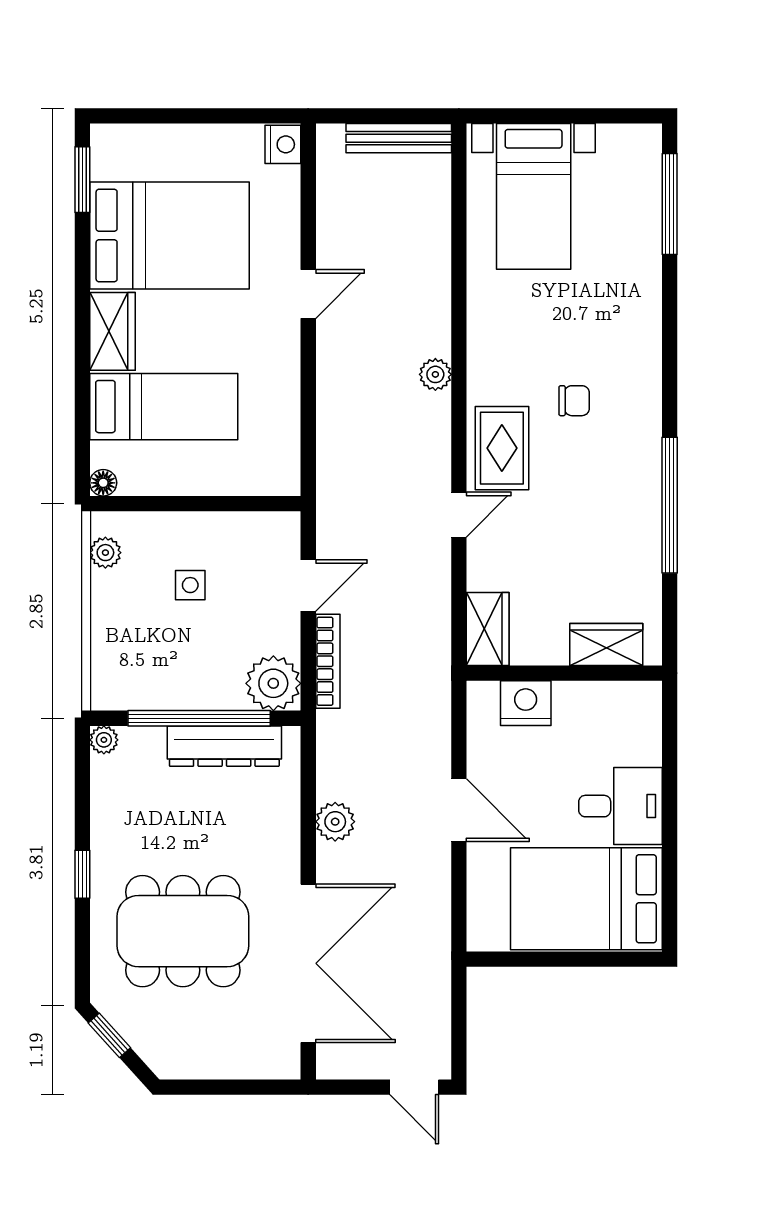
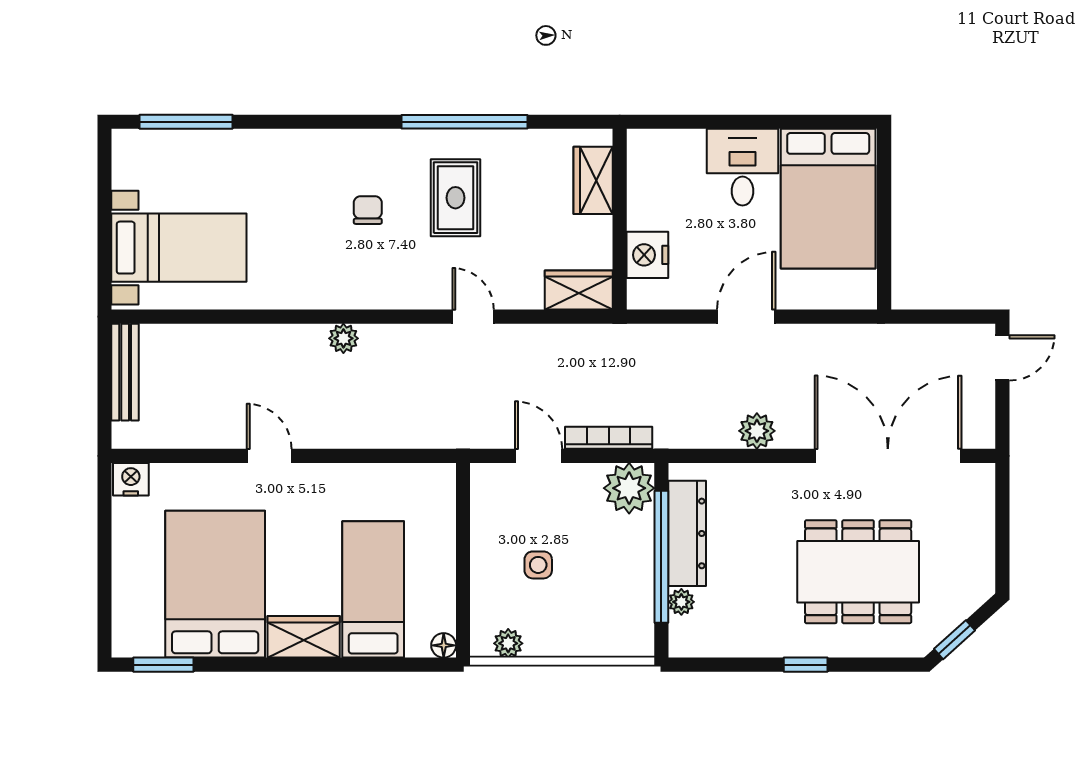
rug: (502, 448) -> (455, 198), moved, turned 90
plant: (104, 740) -> (681, 602), moved
dining table: (183, 931) -> (858, 572), turned 90

